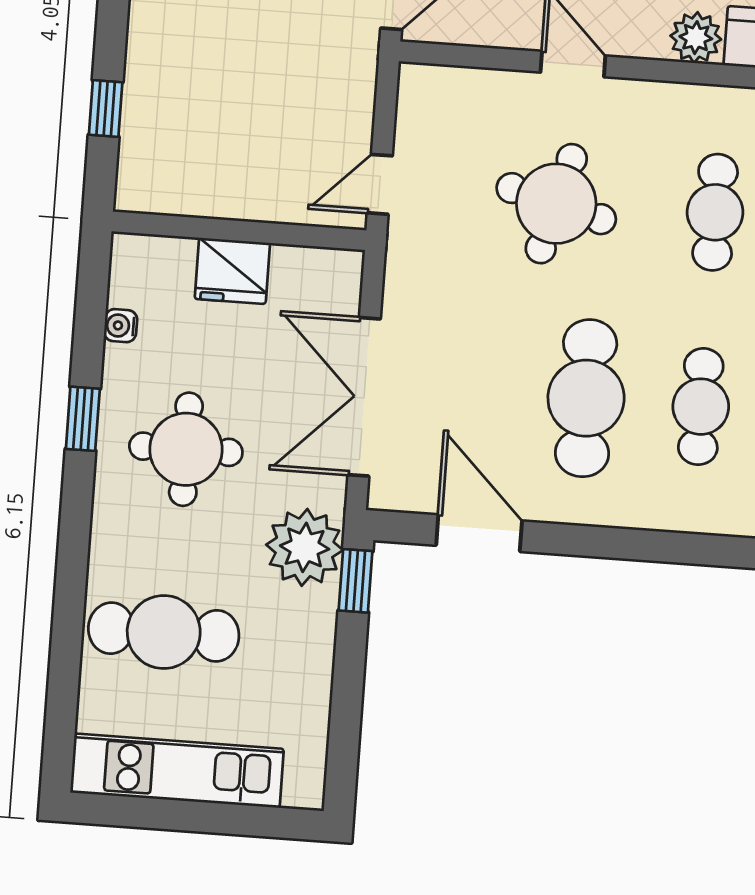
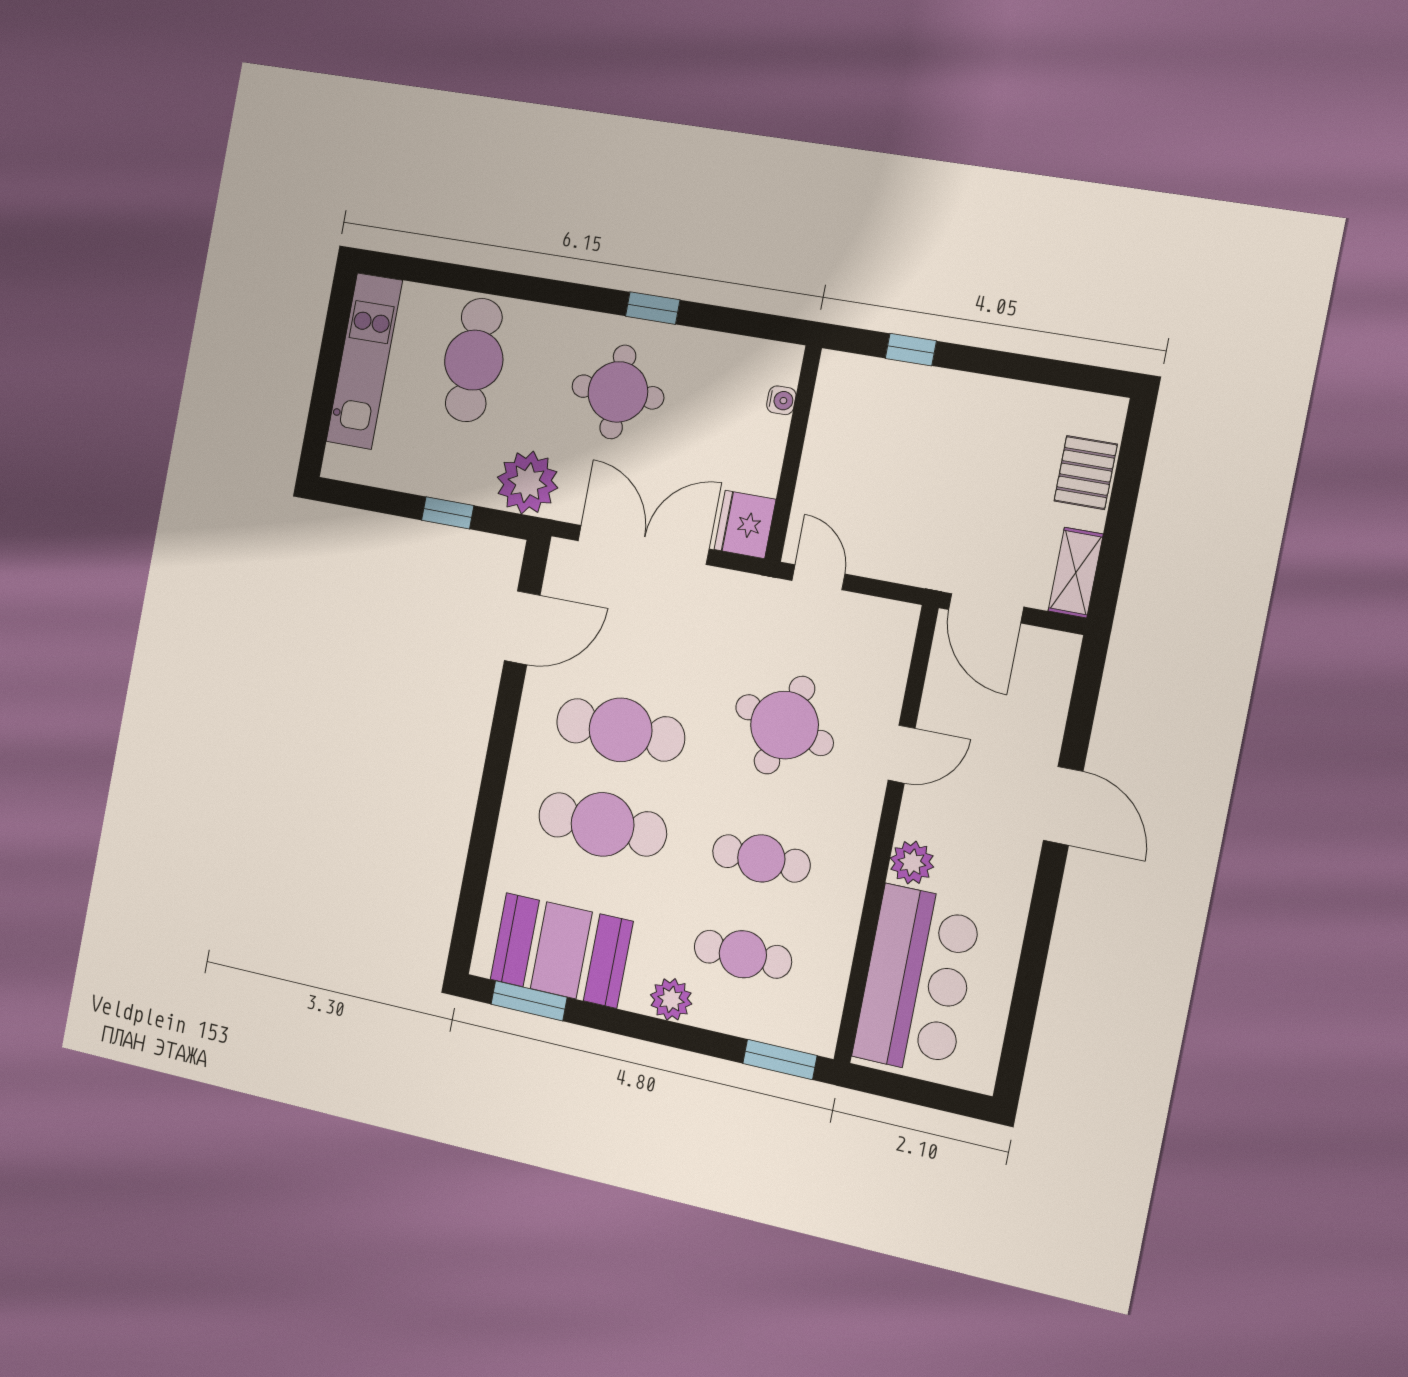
fridge: (232, 271) -> (745, 524), moved
water cooler: (121, 326) -> (781, 400), moved, turned 90
cafe table: (701, 407) -> (603, 824), width x1.37, depth x1.35
window: (356, 581) -> (448, 513), moved

